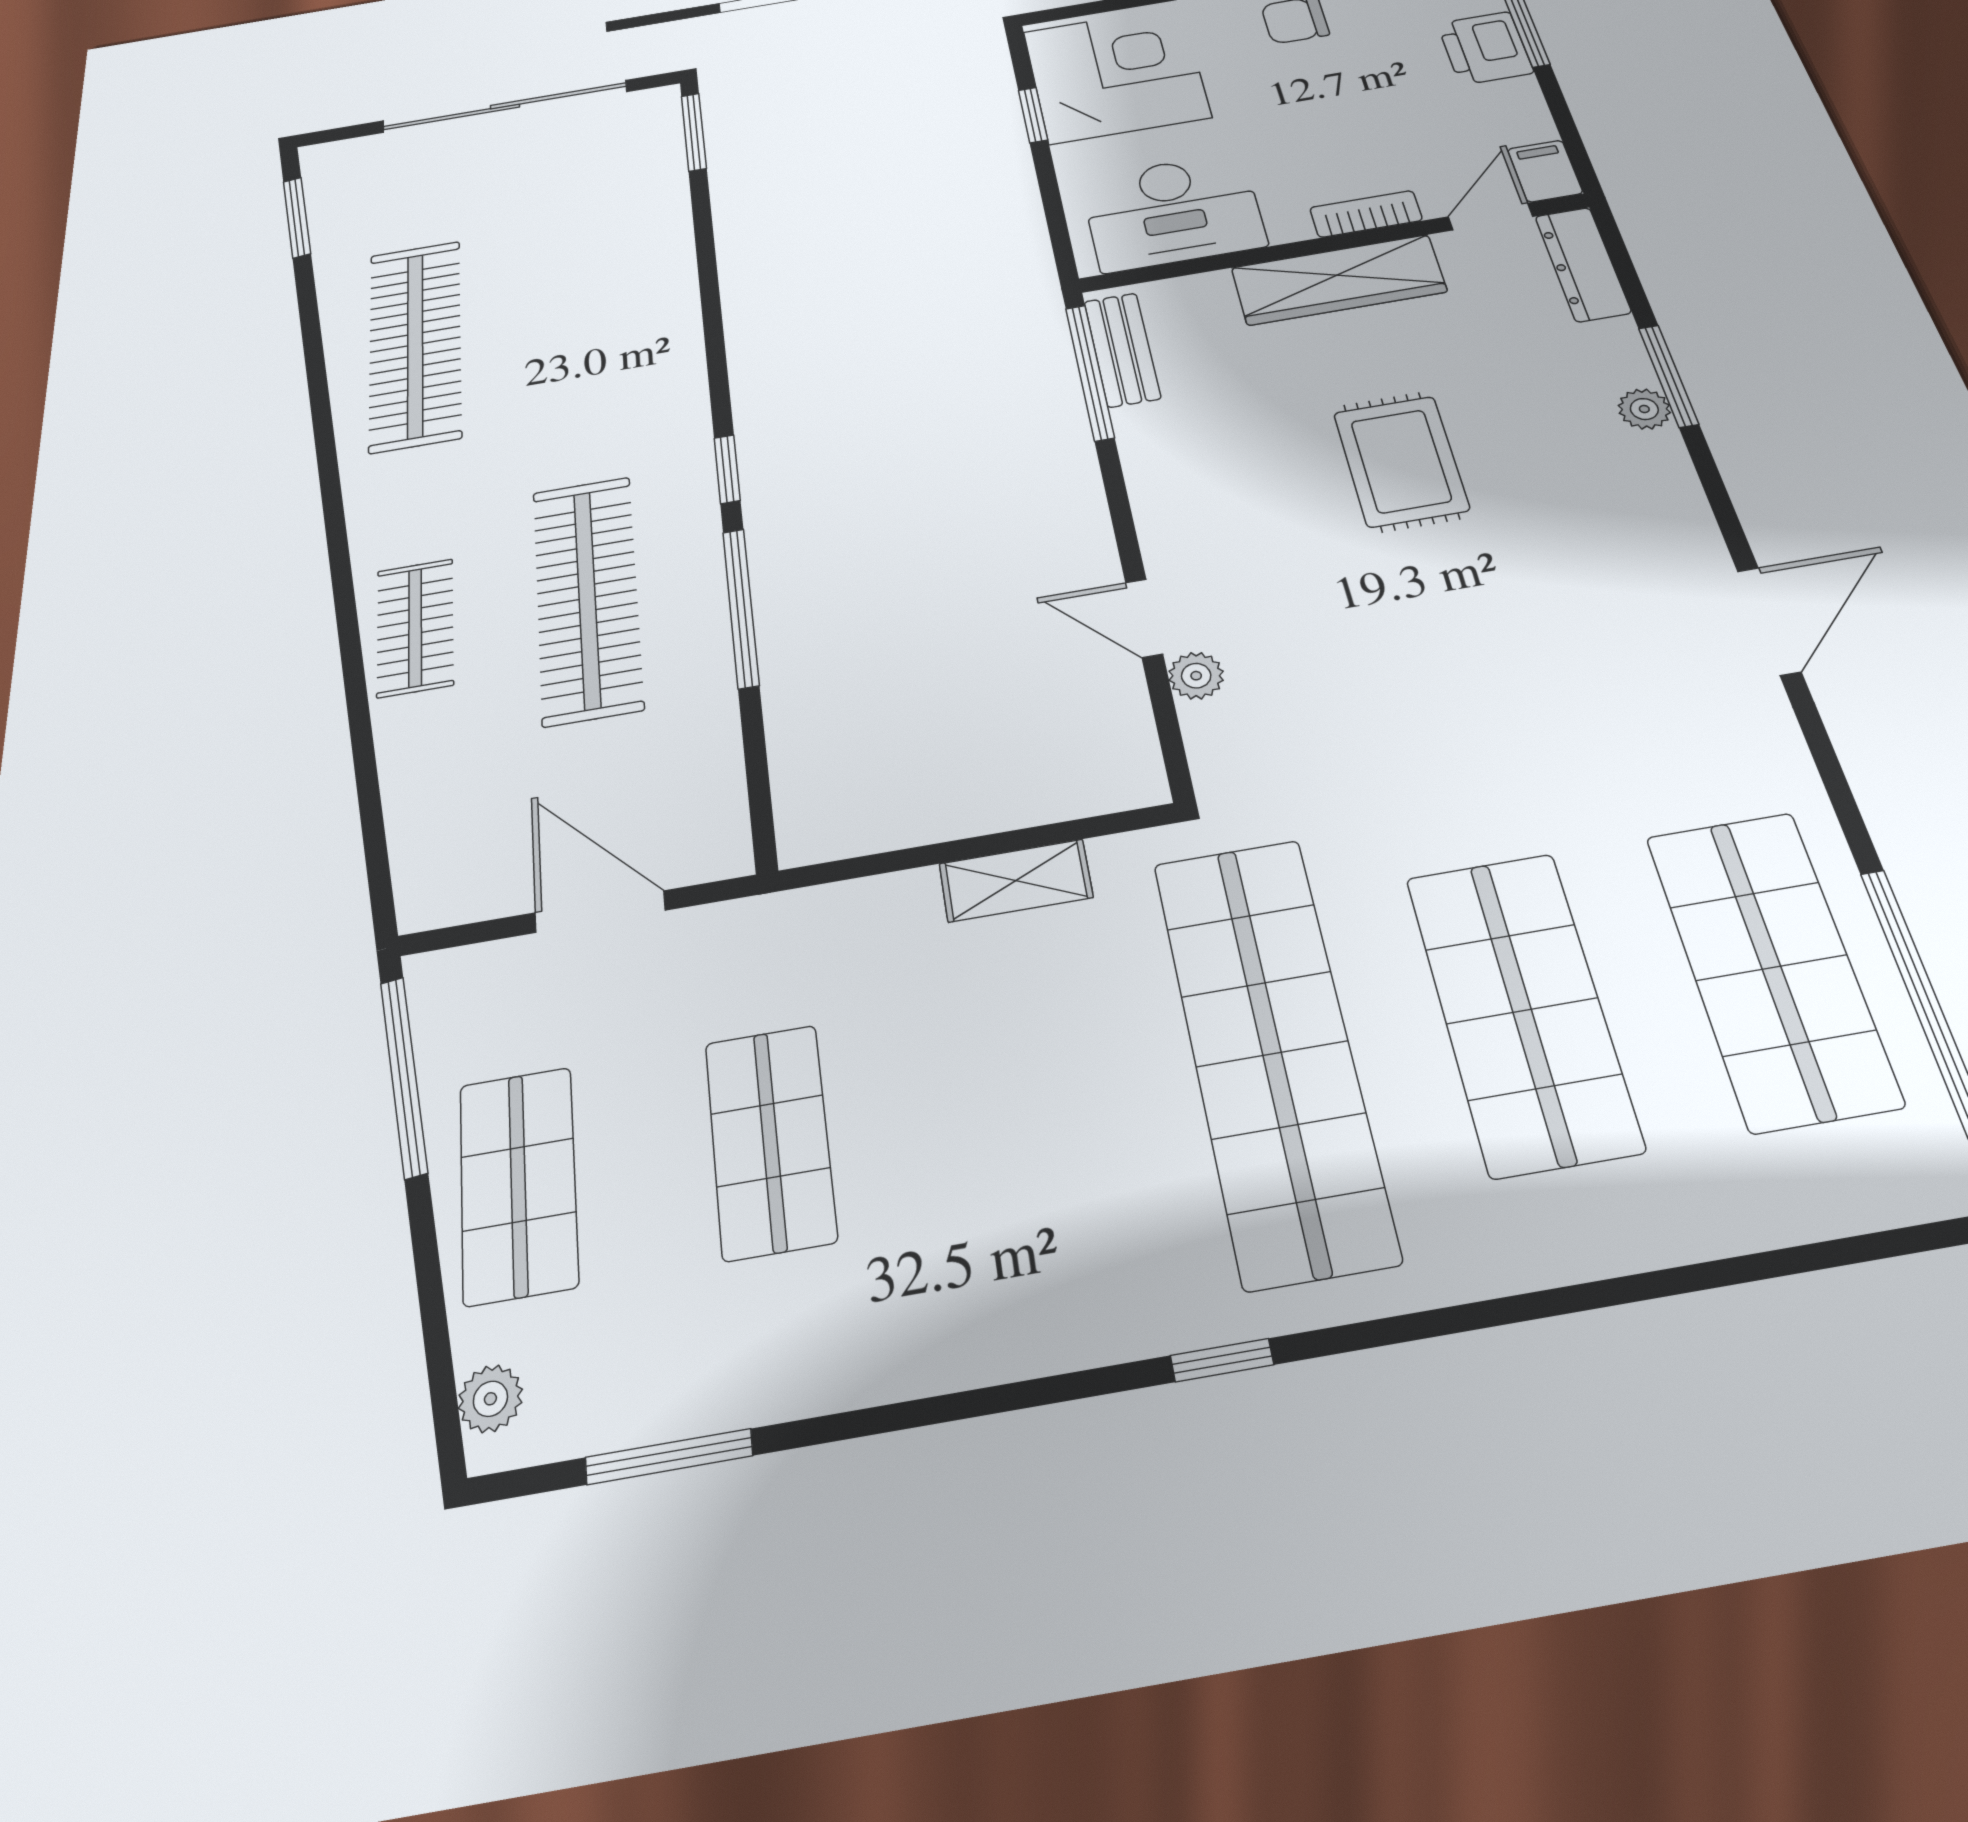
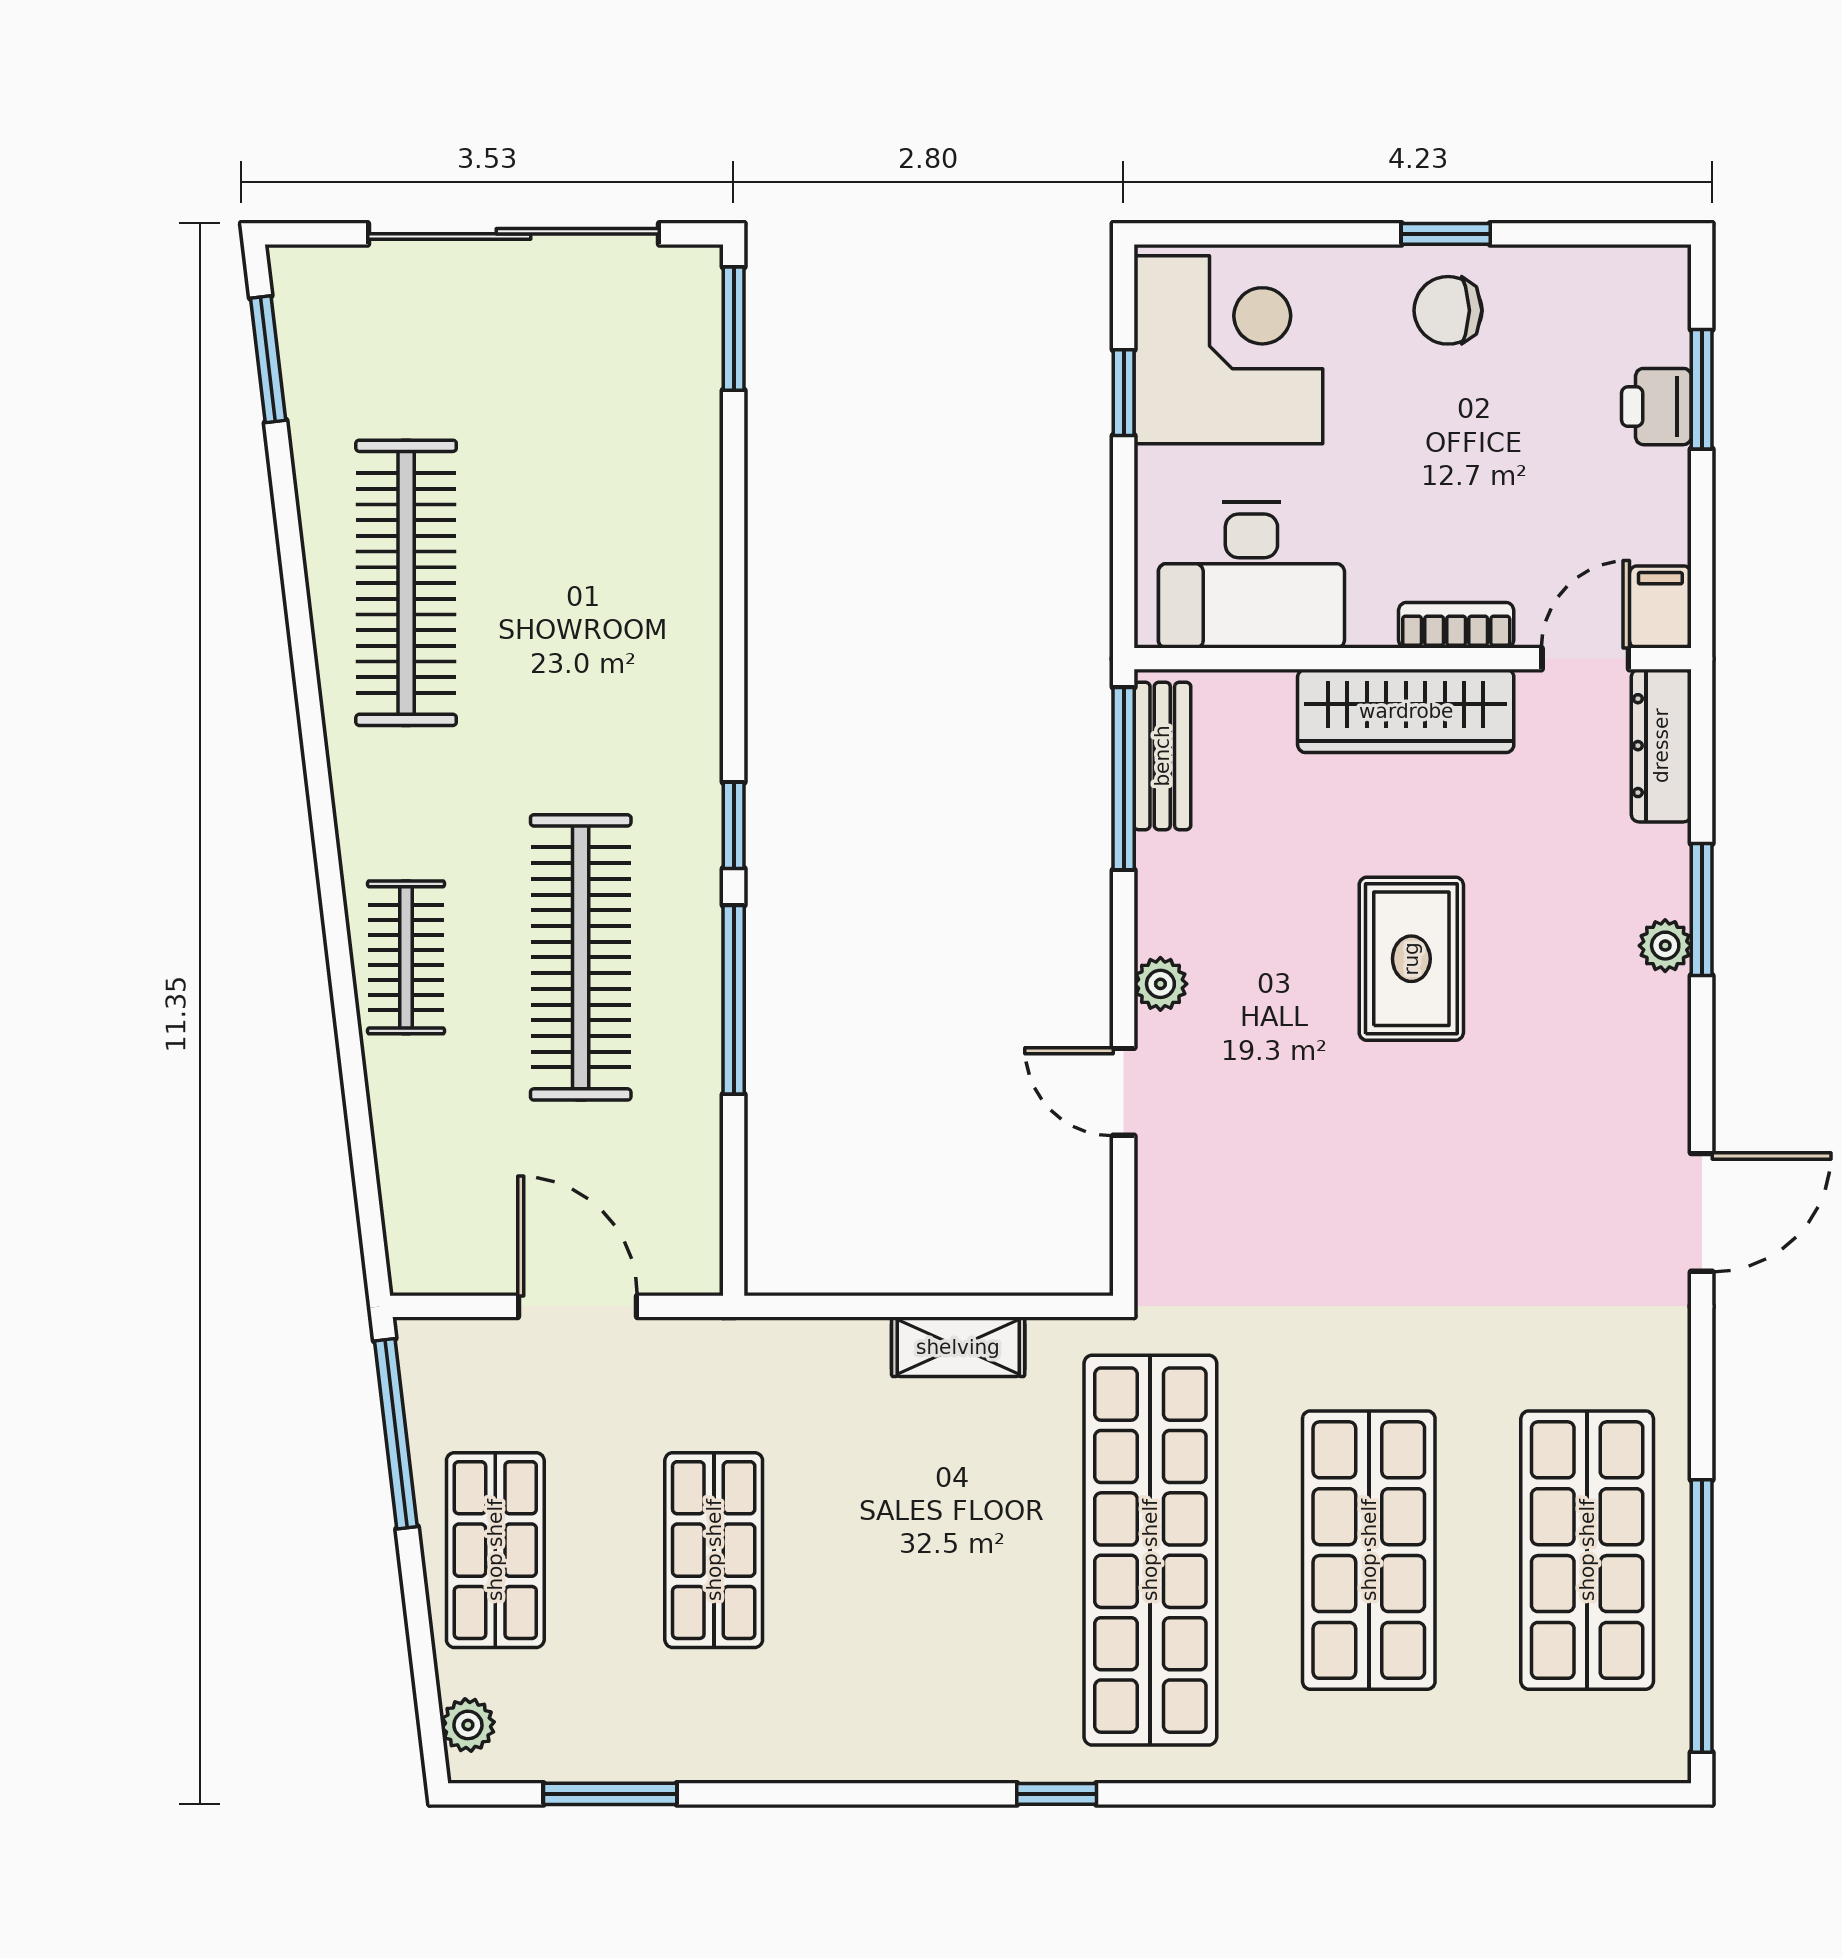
printer: (1485, 48) -> (1656, 407), width x0.73, depth x0.81
plant: (1196, 676) -> (1160, 984), moved

